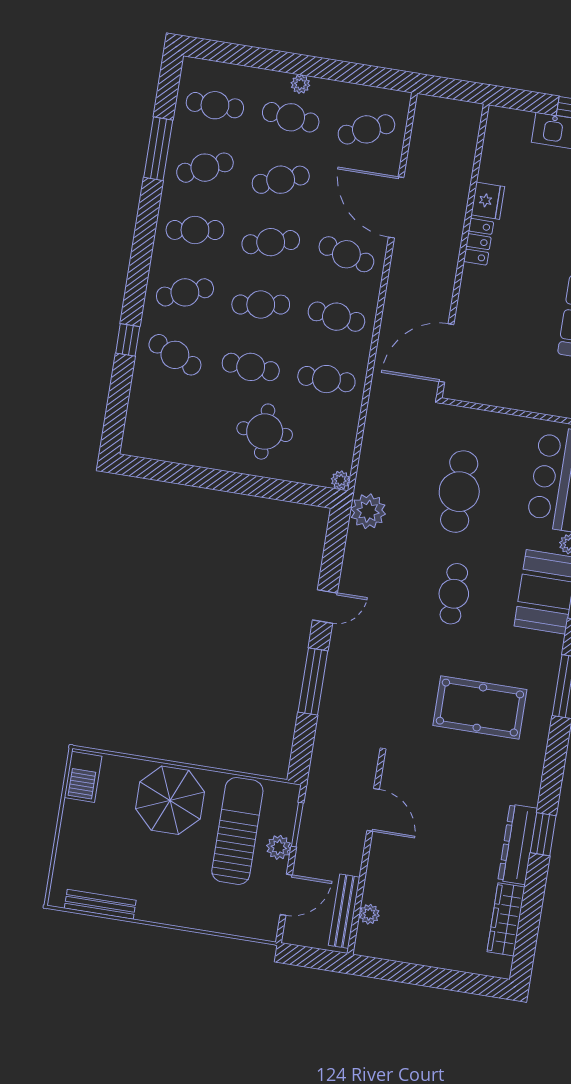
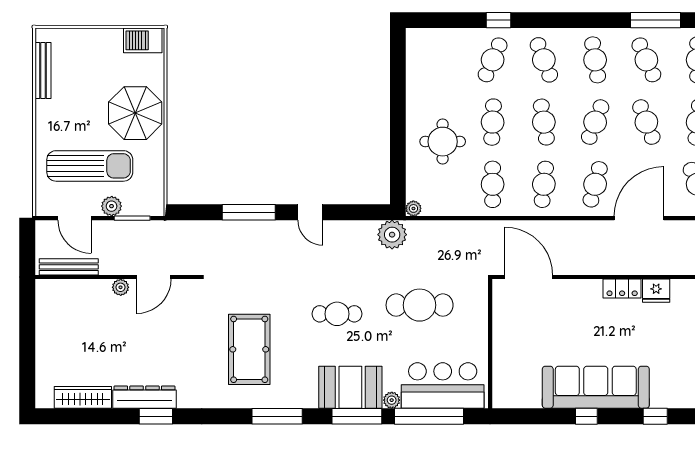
cafe table: (271, 242) -> (595, 122), turned 36
sun lounger: (237, 831) -> (90, 166), moved
plant: (369, 914) -> (121, 287), moved

